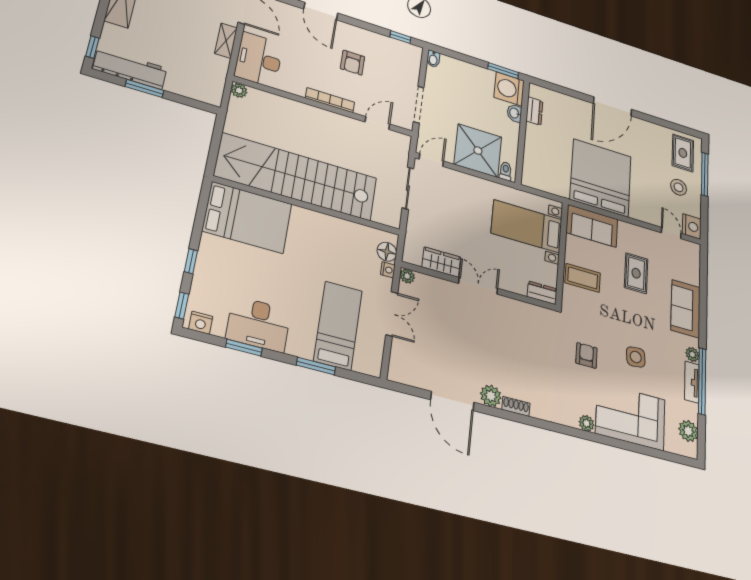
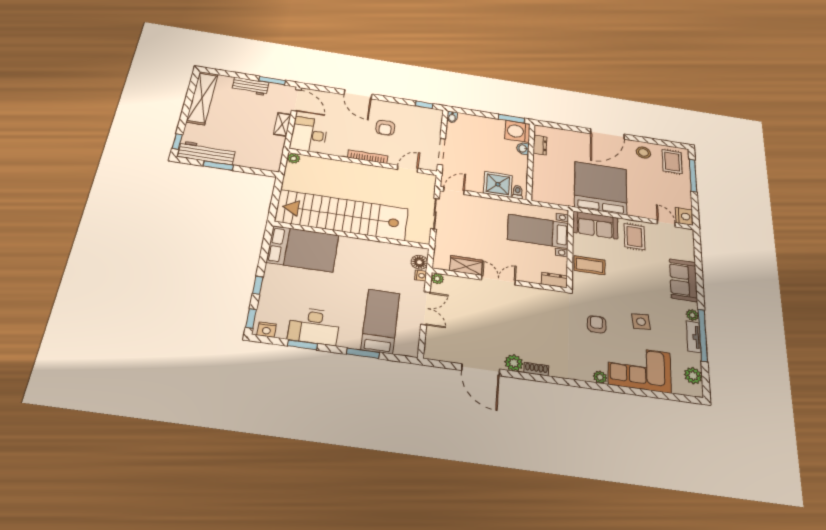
shower: (478, 151) -> (498, 184), width x0.73, depth x0.73
stool: (679, 187) -> (643, 153), moved
rug: (636, 273) -> (634, 237), moved

